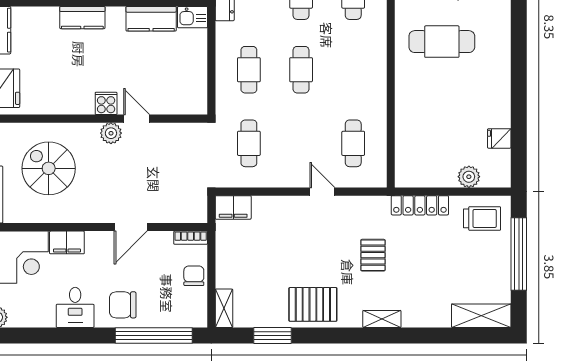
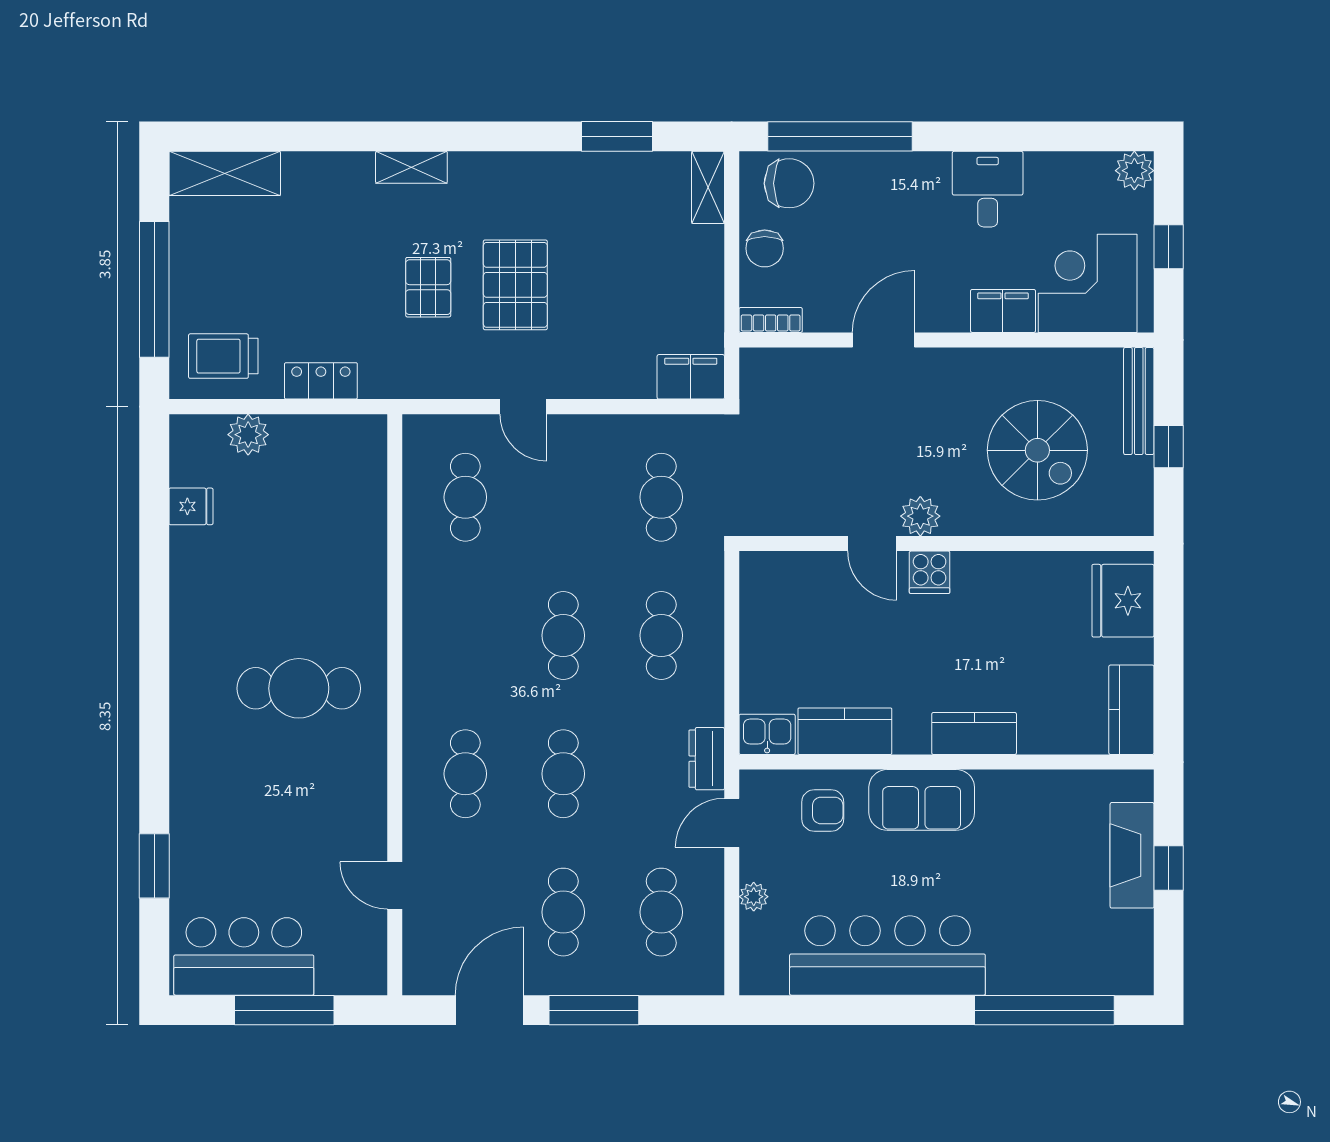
locker: (420, 205) -> (321, 381), width x0.66
pallet: (313, 304) -> (515, 285), moved, turned 90
chair: (123, 305) -> (789, 183), moved

